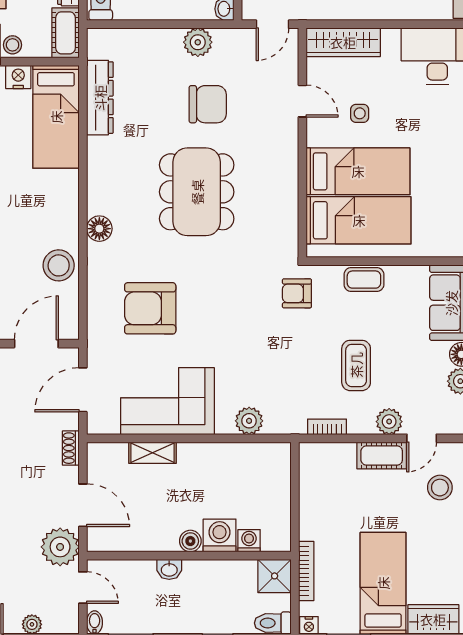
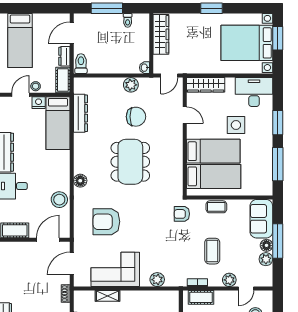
side table: (360, 113) -> (236, 125), moved, width x1.87, depth x1.87
cot: (382, 456) -> (201, 297), moved

